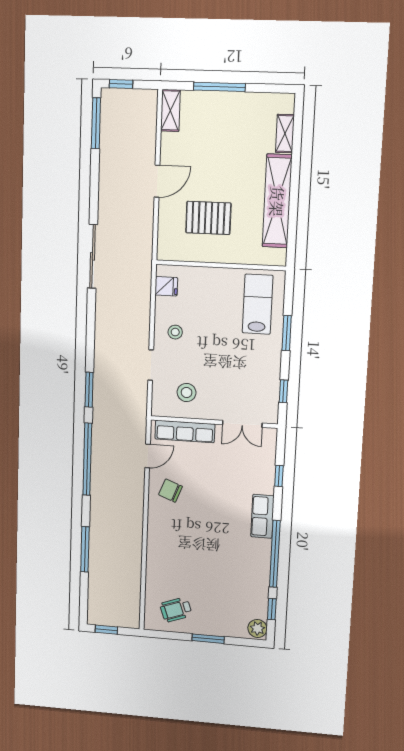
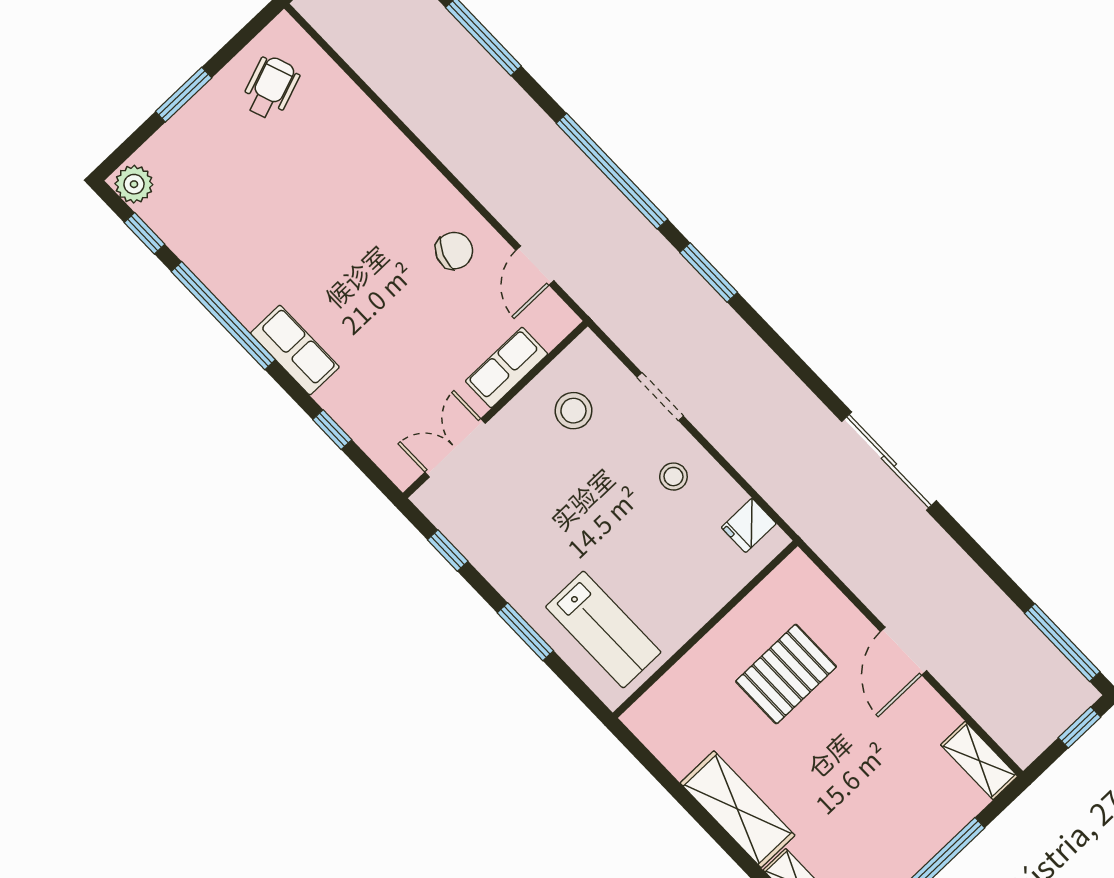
shelving: (277, 201) -> (738, 809), width x0.68
row of seats: (185, 431) -> (507, 368), width x0.68

